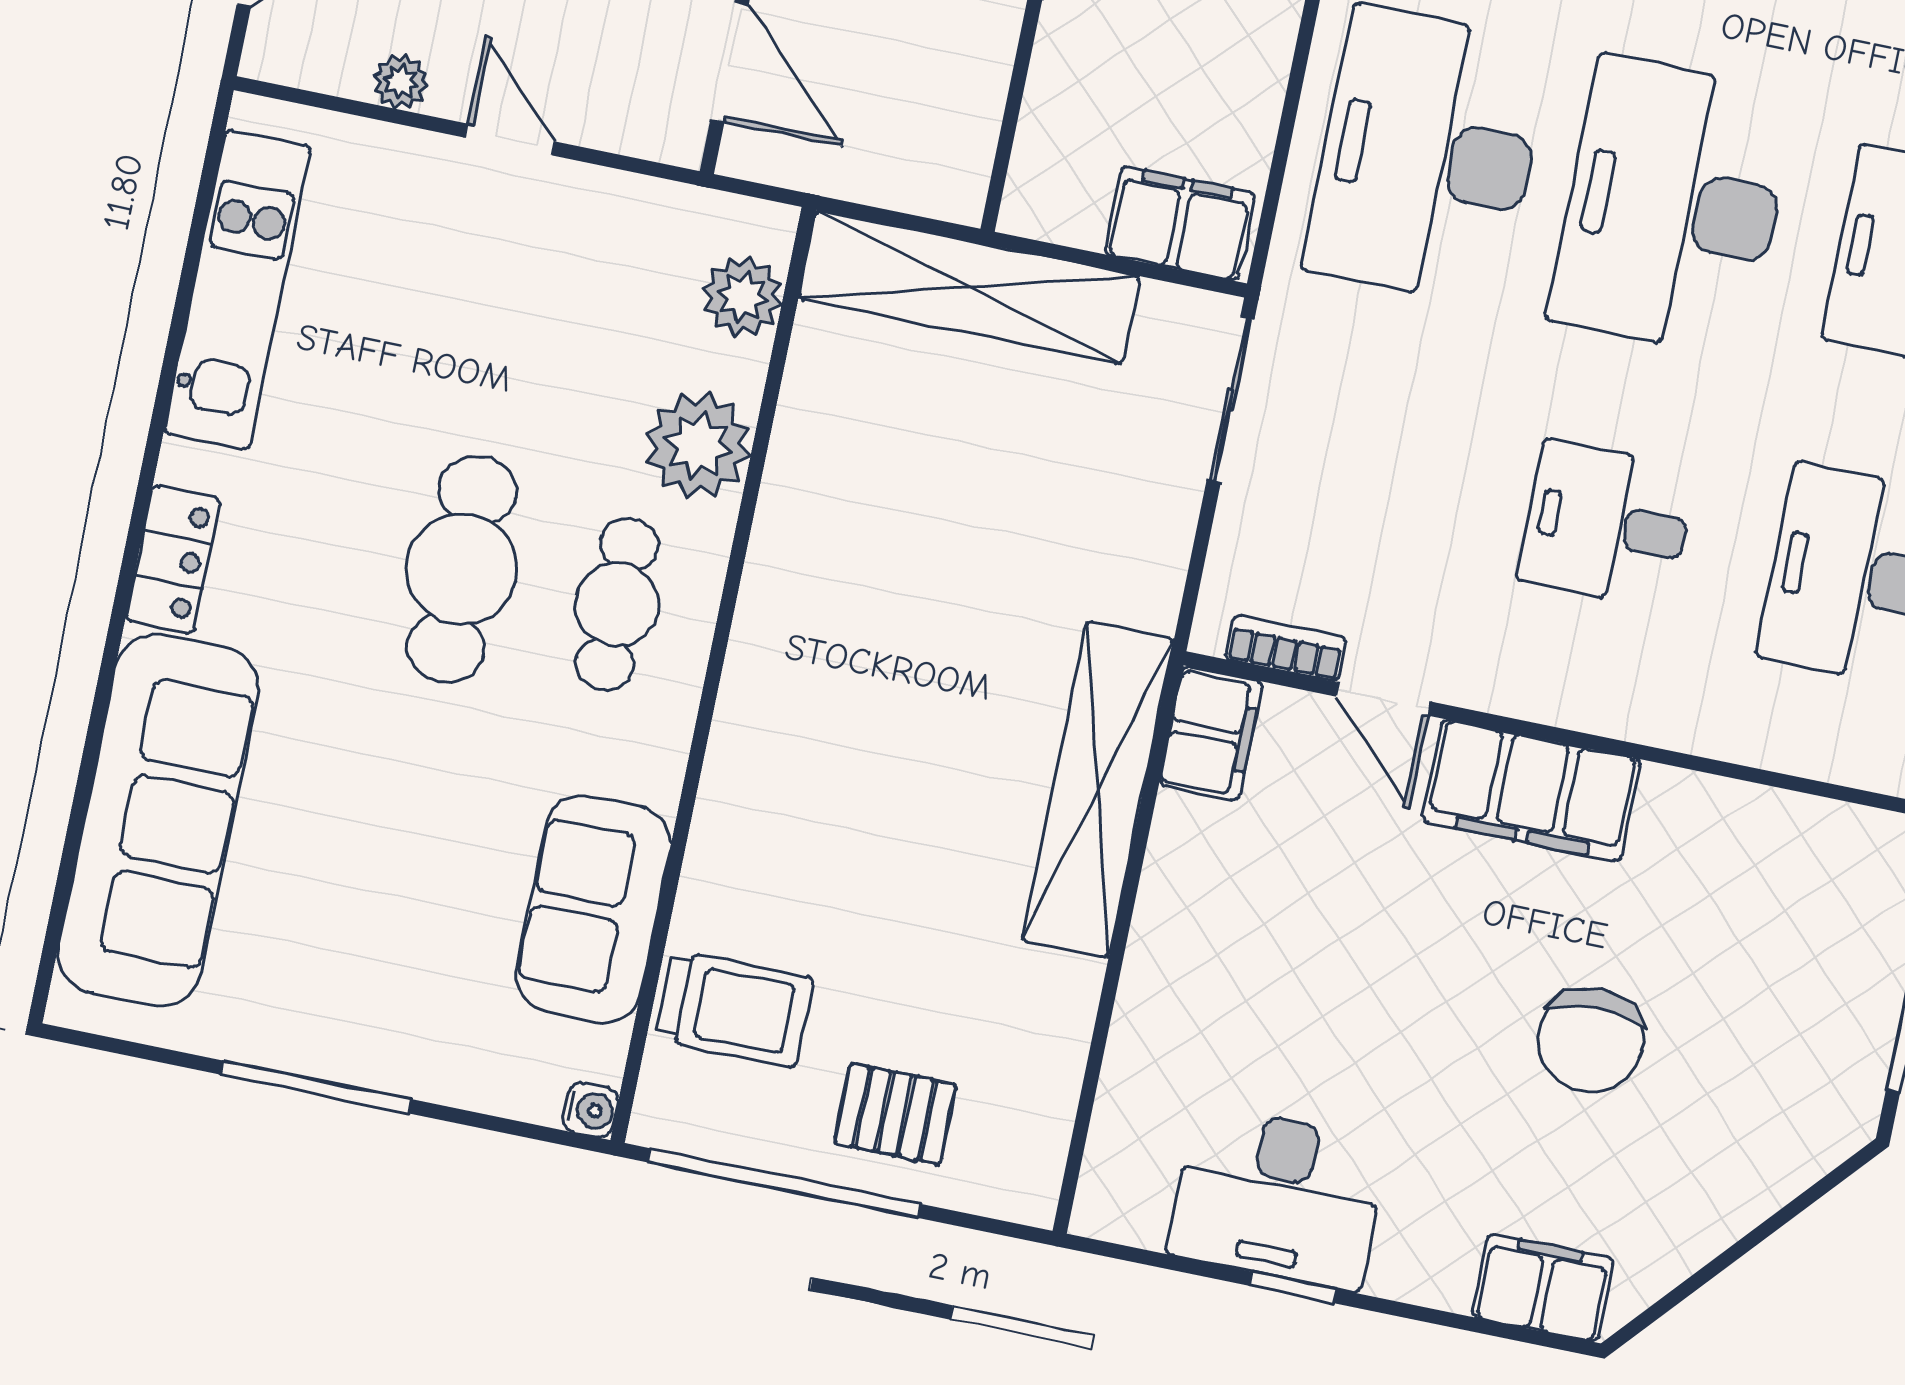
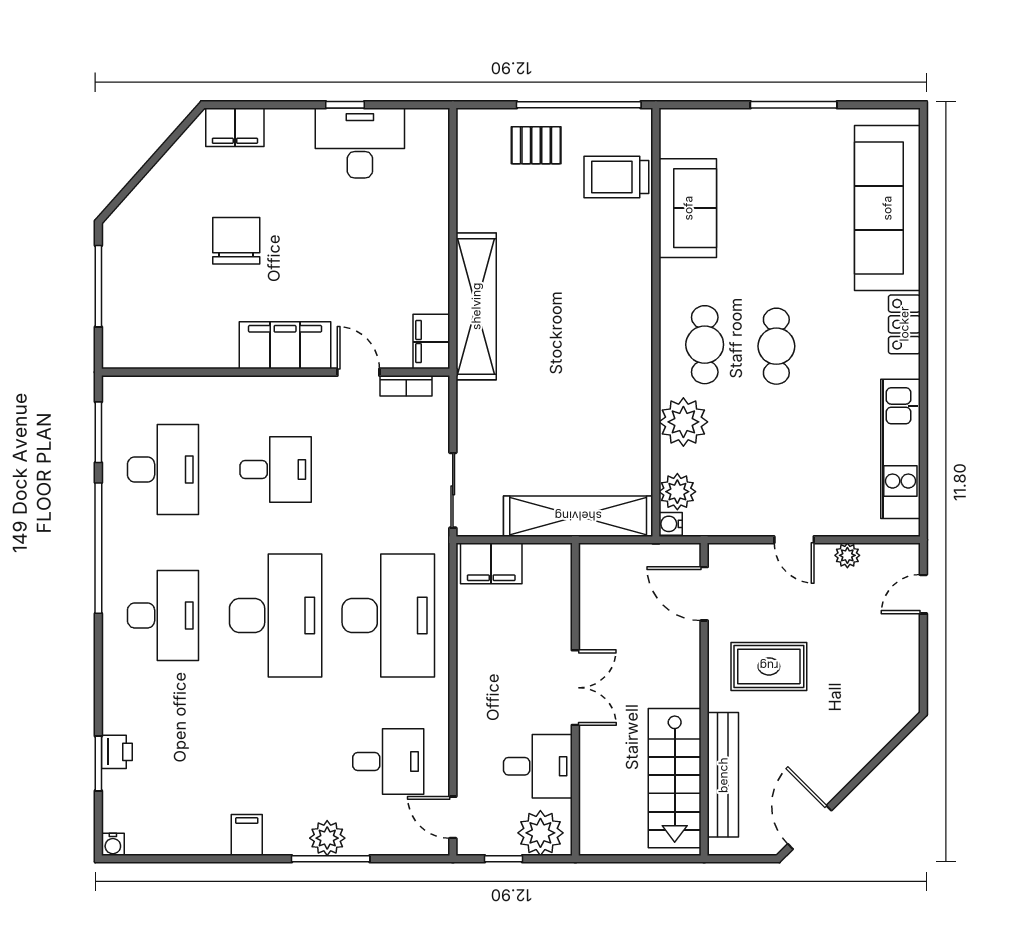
cafe table: (462, 569) -> (776, 346), width x0.73, depth x0.74
water cooler: (591, 1110) -> (671, 524), moved

